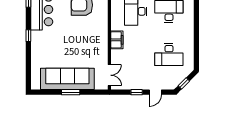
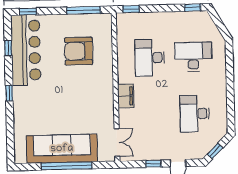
desk: (169, 55) -> (195, 114), turned 90
window: (71, 92) -> (67, 166), width x2.11

